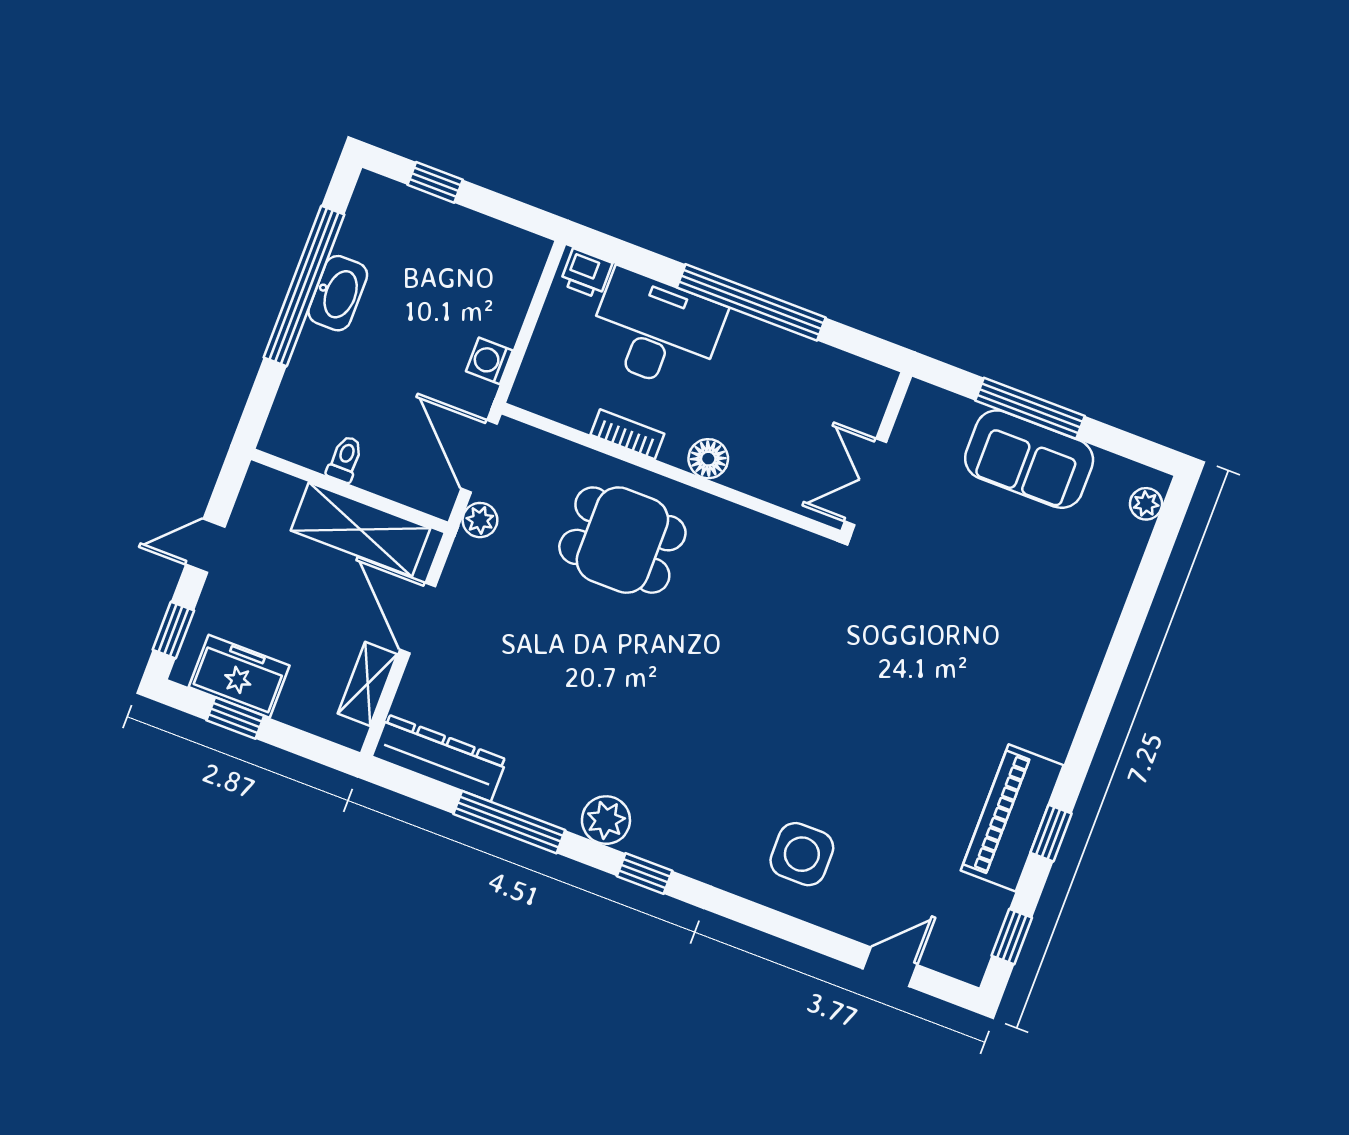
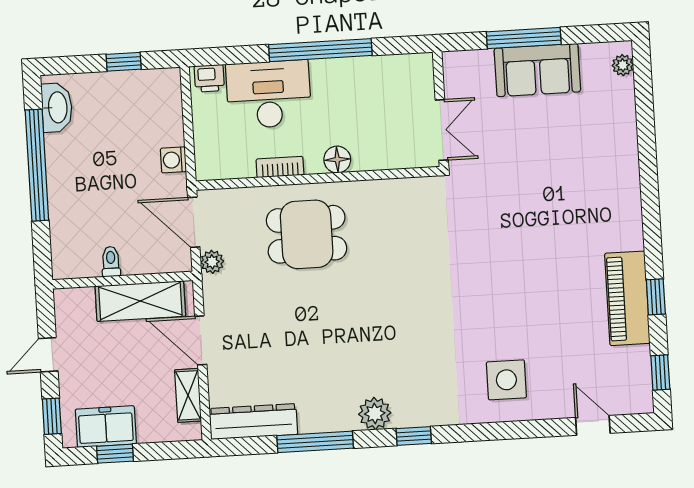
window: (435, 182) -> (124, 62), moved
washbasin: (338, 293) -> (57, 107), moved
double door: (865, 482) -> (442, 130), swing flipped
door: (890, 967) -> (593, 425), hinge flipped

